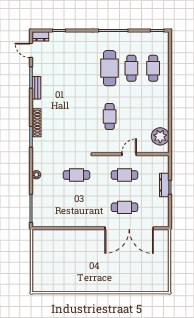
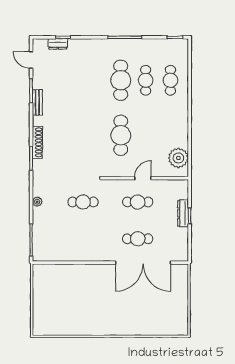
dresser: (40, 36) -> (58, 44), moved
cafe table: (110, 116) -> (121, 135), width x1.37, depth x1.35

